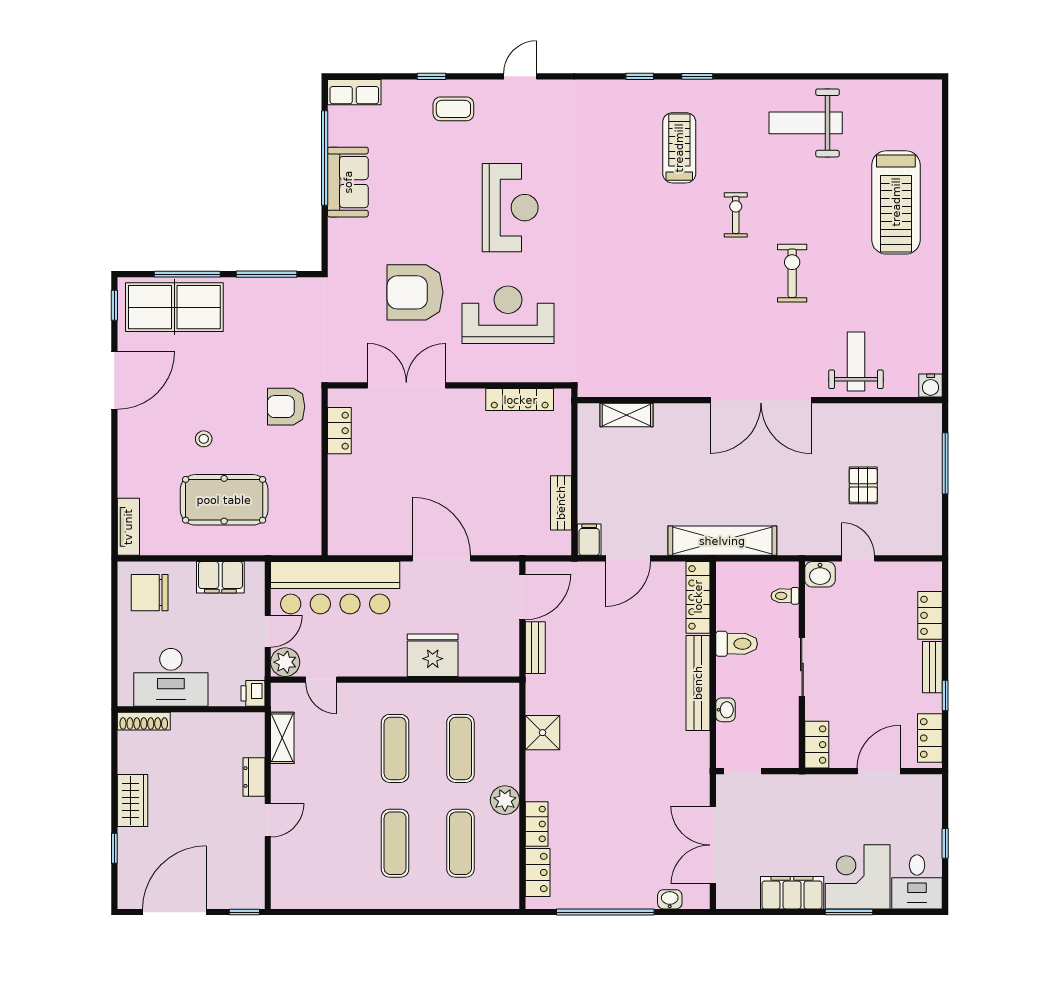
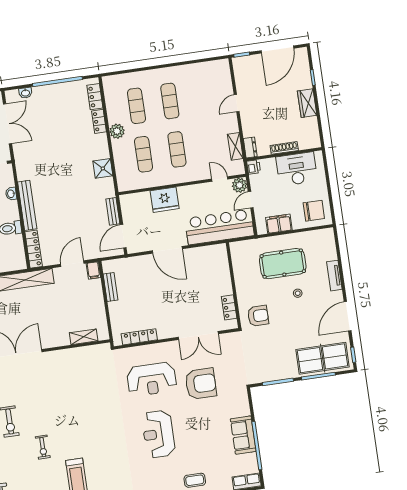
tv unit: (128, 527) -> (334, 276), moved
shoe rack: (144, 721) -> (284, 148), moved
dresser: (254, 777) -> (250, 147), moved

